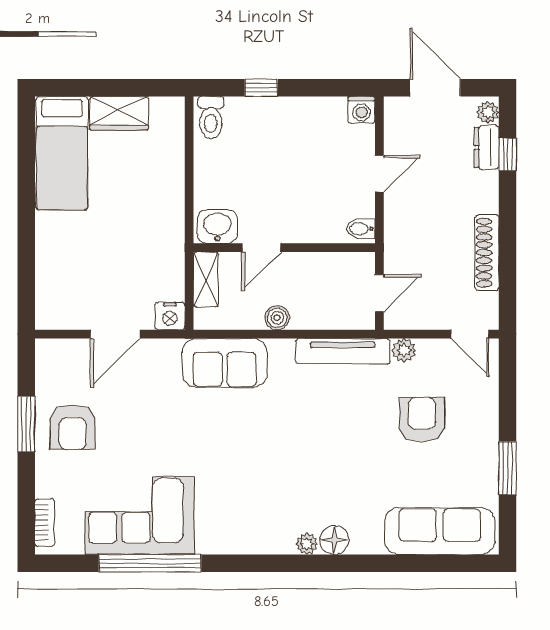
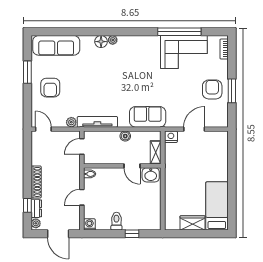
toilet: (211, 118) -> (116, 221), moved
door: (261, 248) -> (132, 166), swing flipped
shoe rack: (487, 253) -> (36, 182), moved
armchair: (422, 419) -> (50, 88), moved

